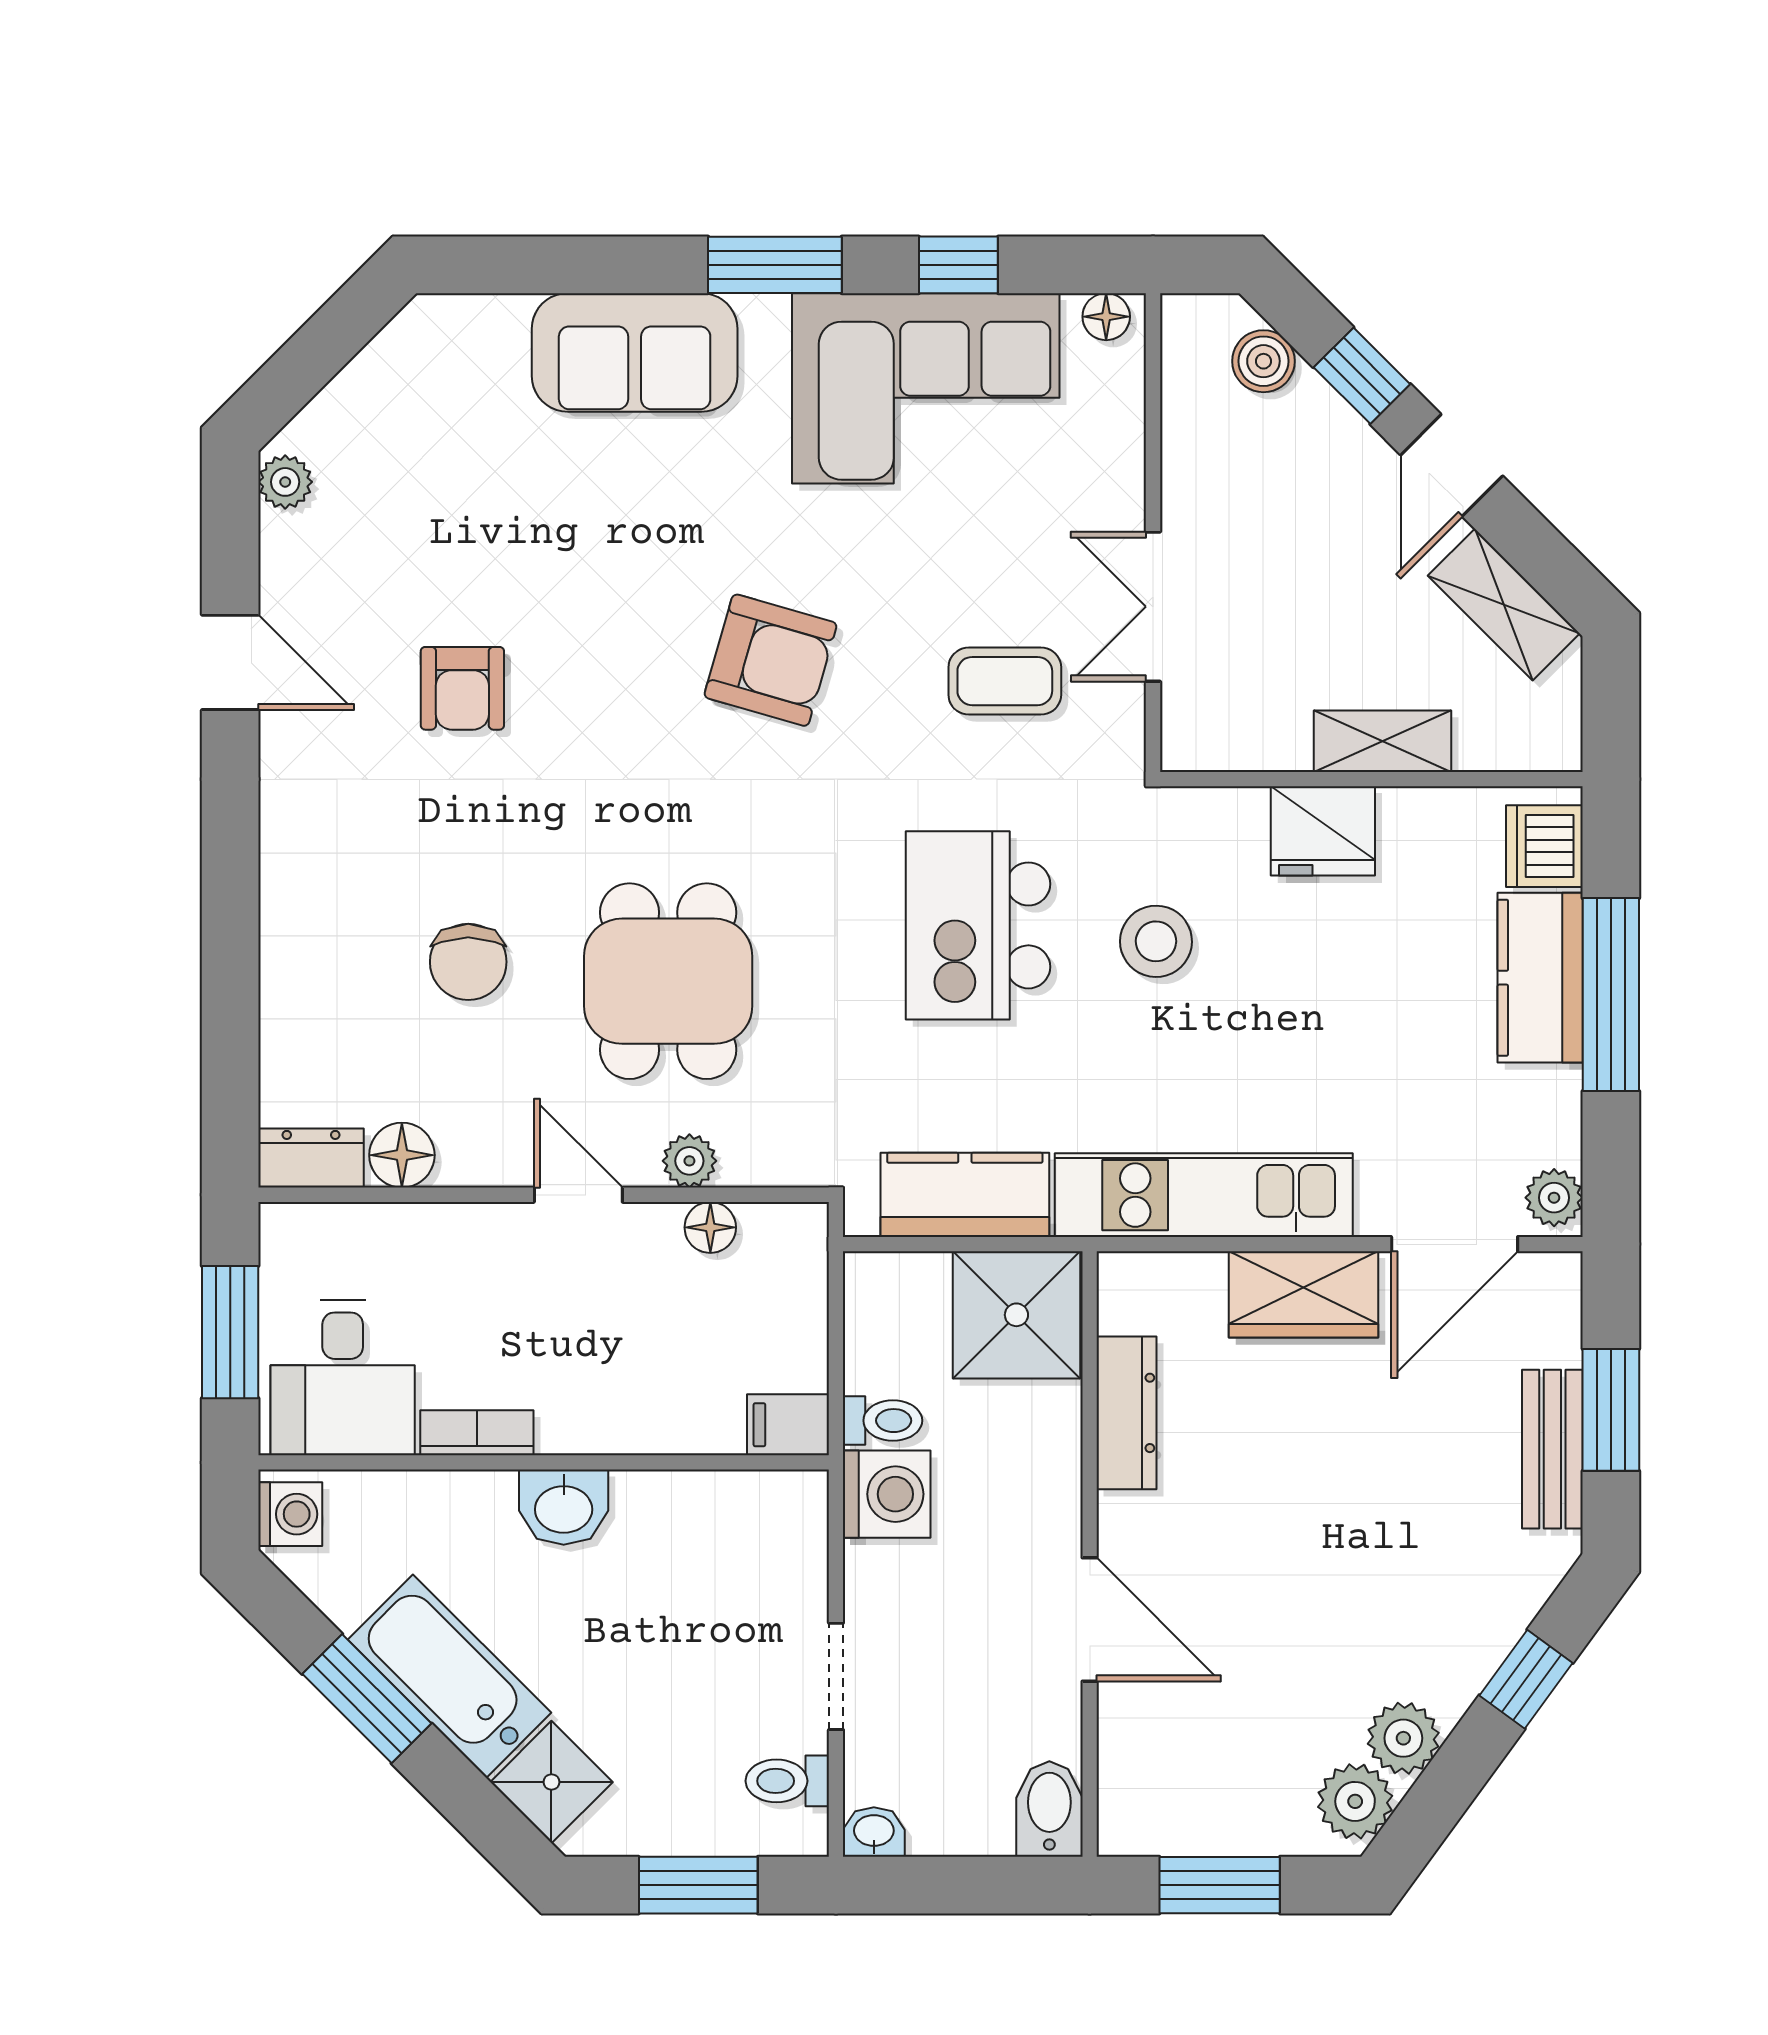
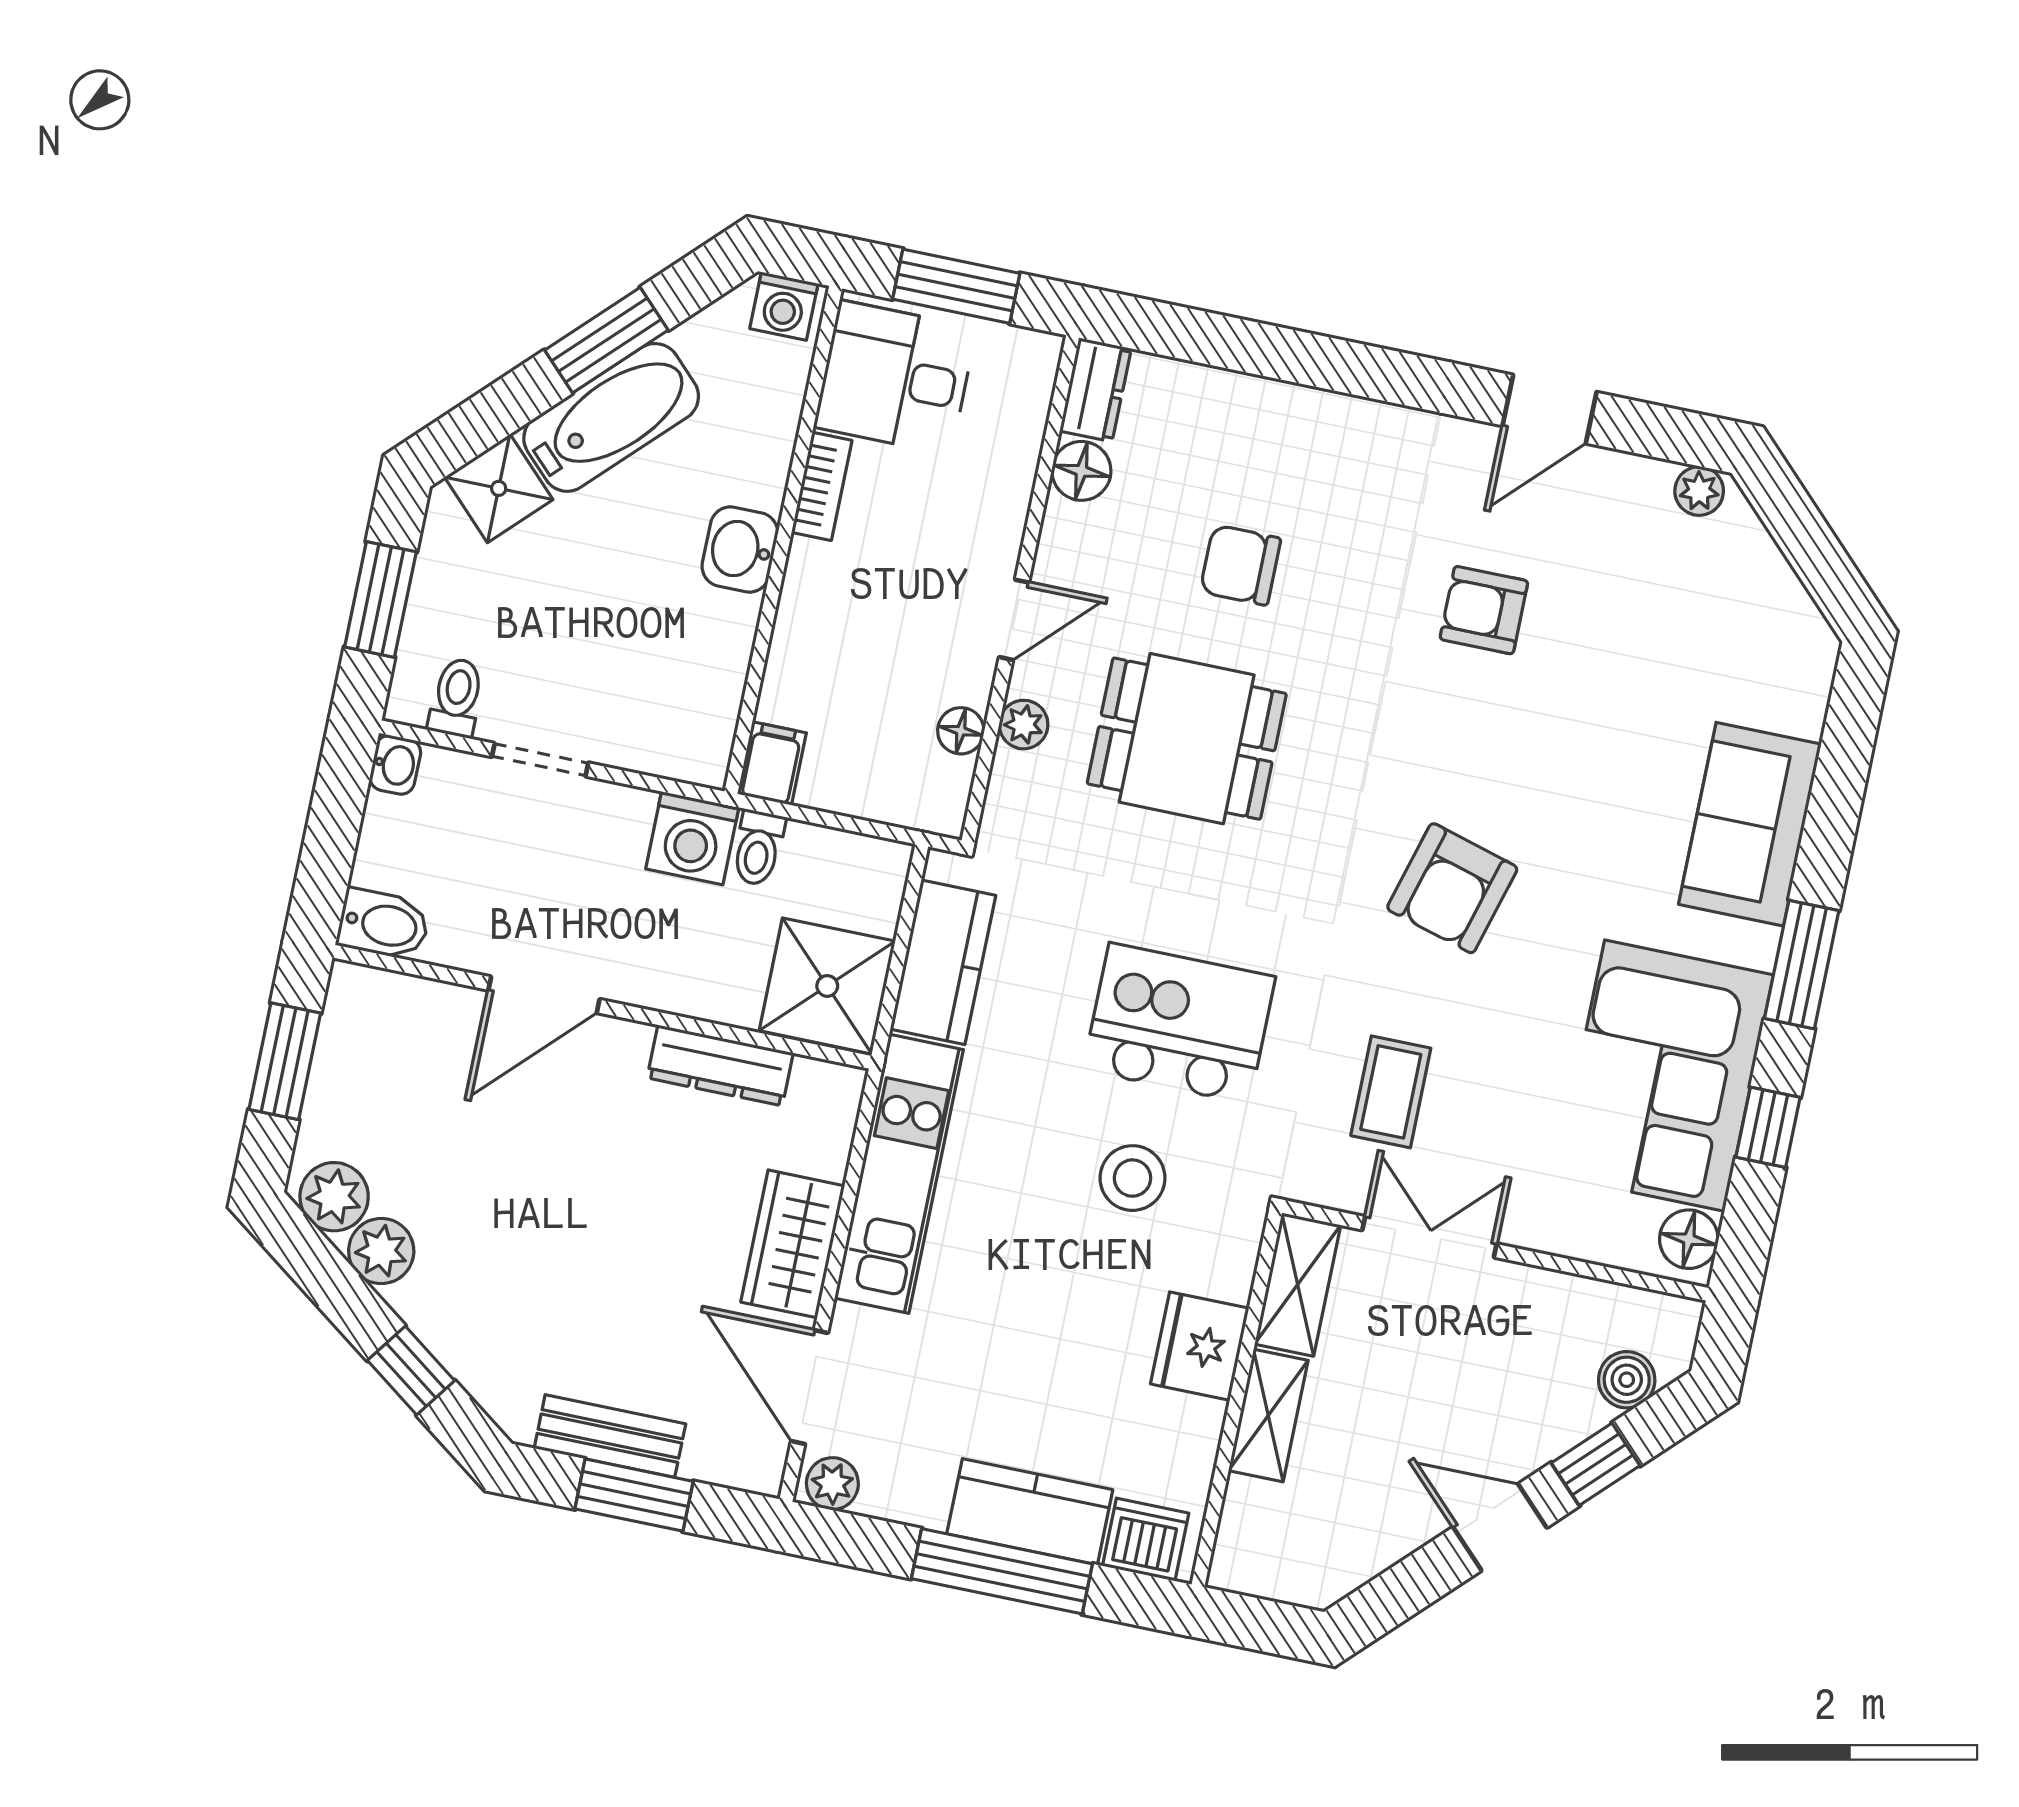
floor lamp: (1106, 317) -> (1689, 1239), width x1.37, depth x1.37
shelving: (1504, 605) -> (1298, 1284), moved, turned -45

